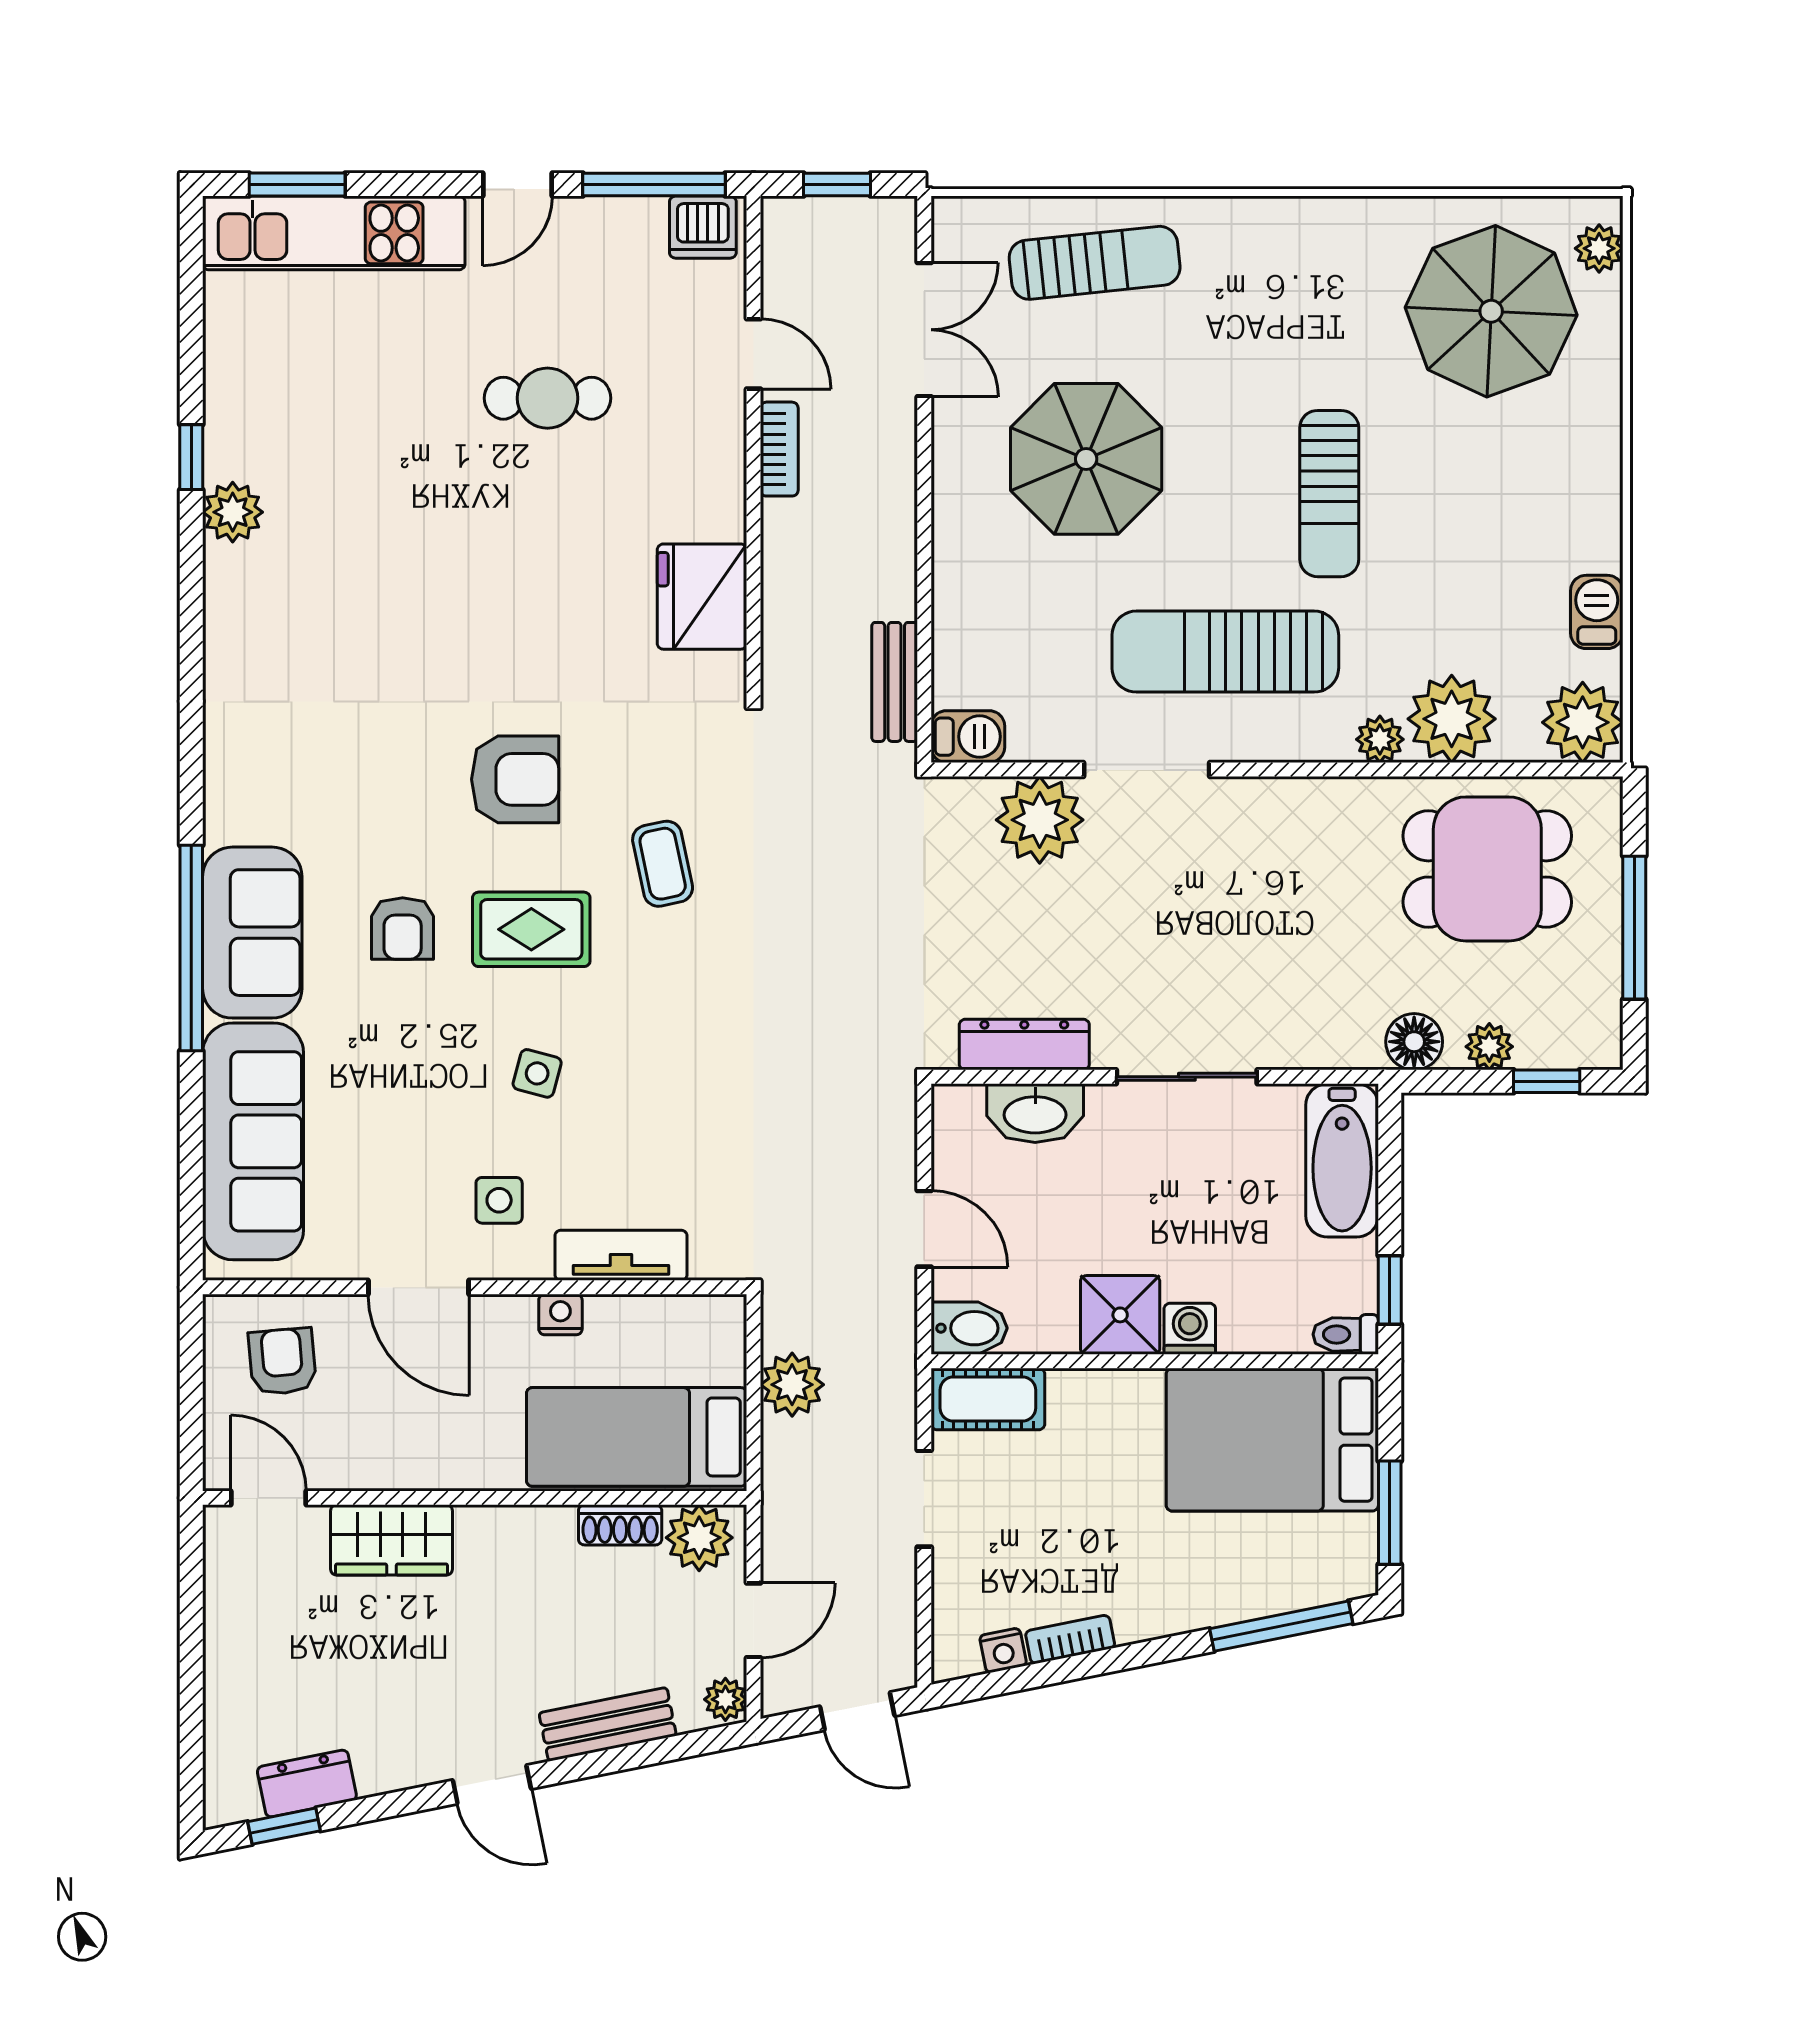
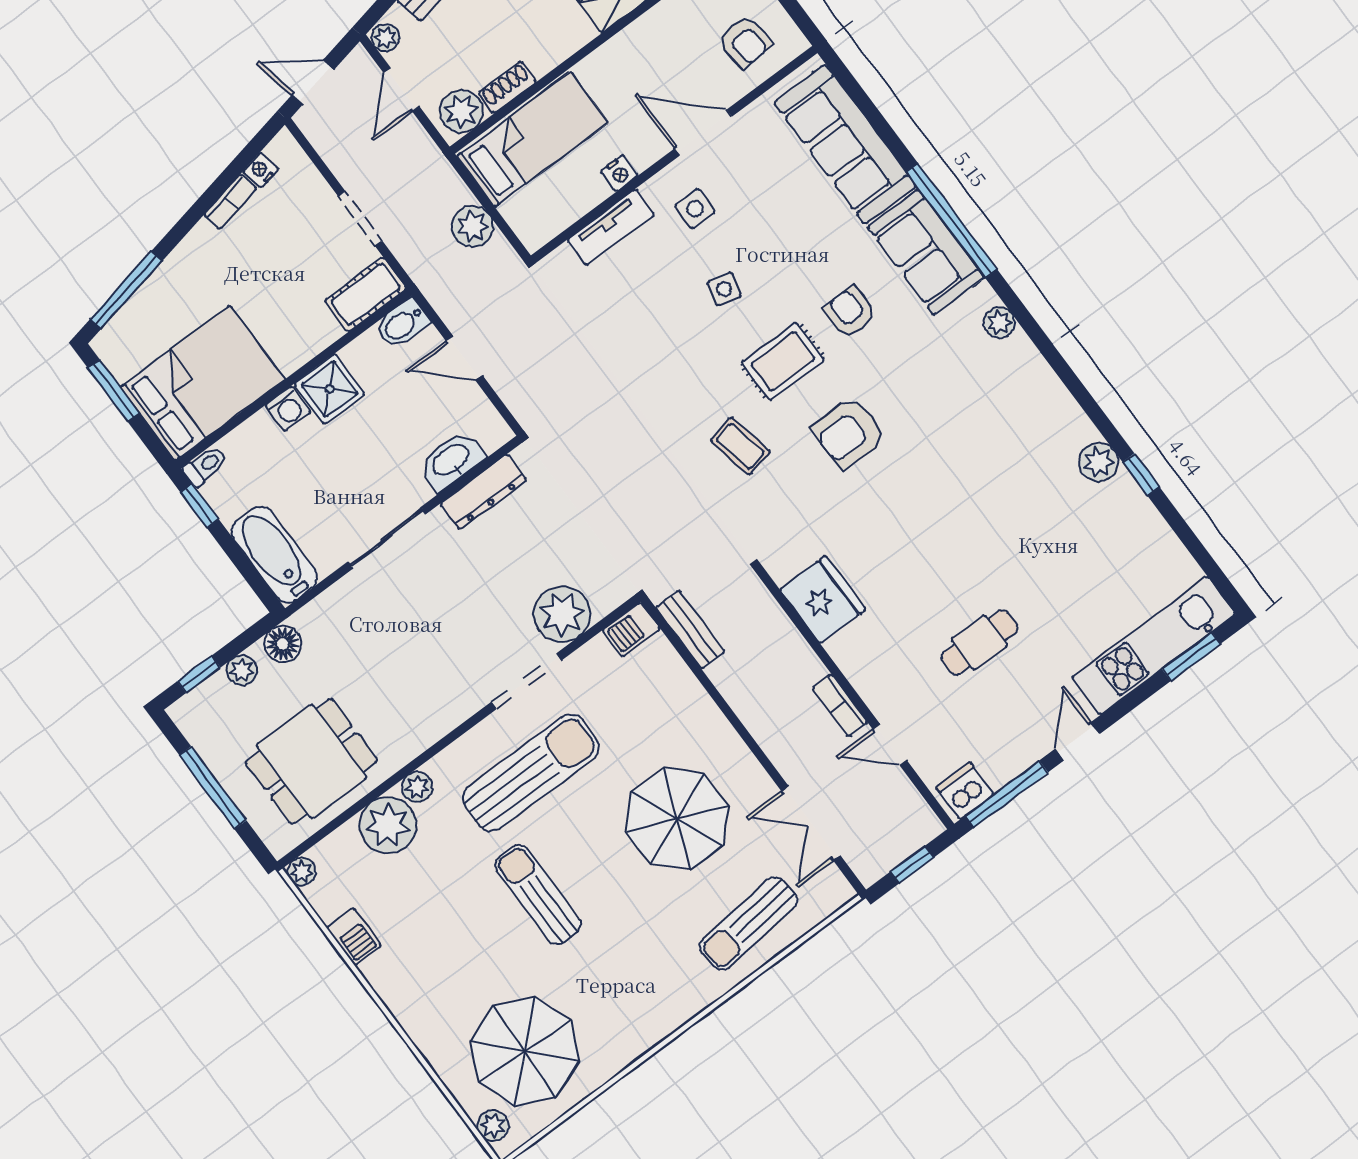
plant: (1583, 722) -> (302, 871), width x0.53, depth x0.53
plant: (227, 777) -> (999, 323), added

